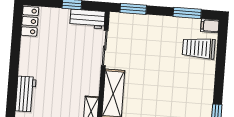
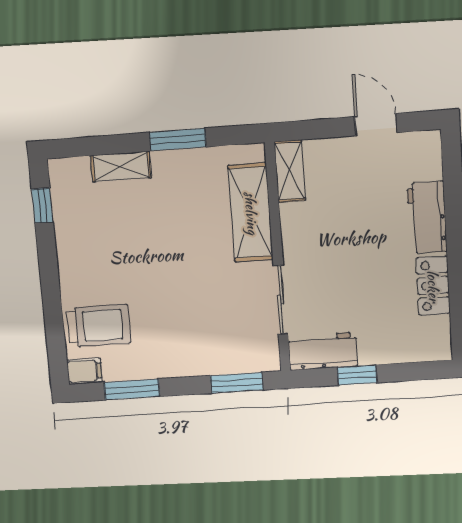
locker: (30, 21) -> (433, 286), moved
workbench: (26, 94) -> (427, 218), moved

